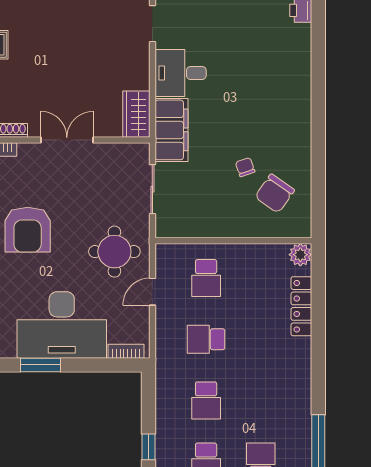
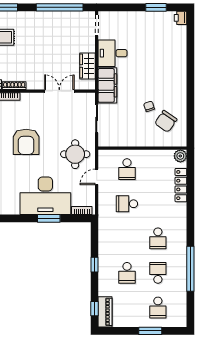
wardrobe: (136, 114) -> (88, 66), moved
double door: (67, 140) -> (59, 91), moved
window: (40, 365) -> (49, 218), moved
school desk: (206, 400) -> (158, 238), moved

